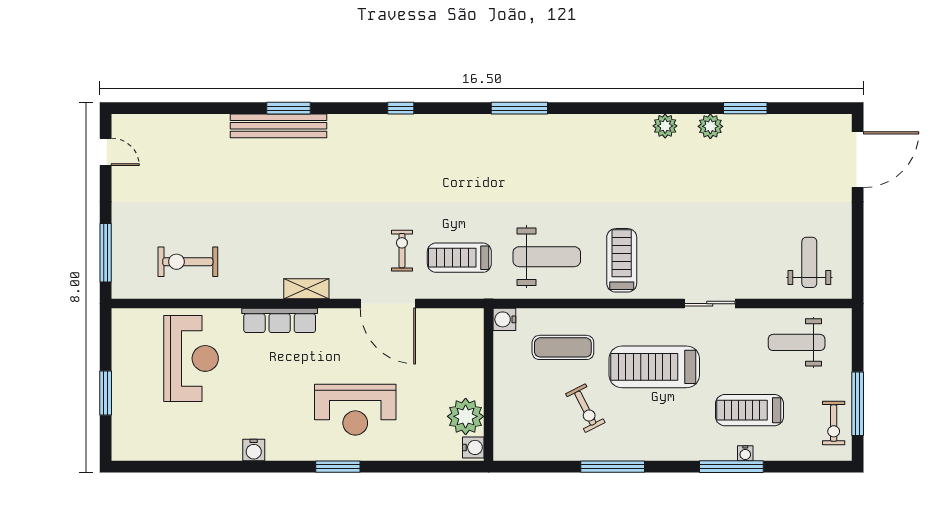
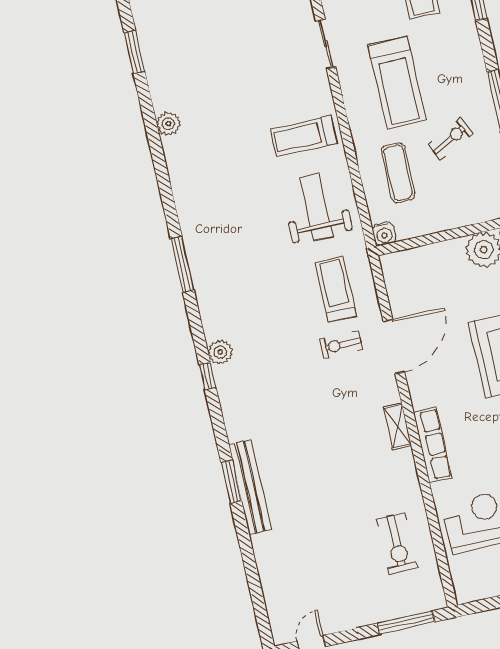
plant: (710, 126) -> (220, 352), moved
treadmill: (459, 258) -> (336, 289), turned 180

